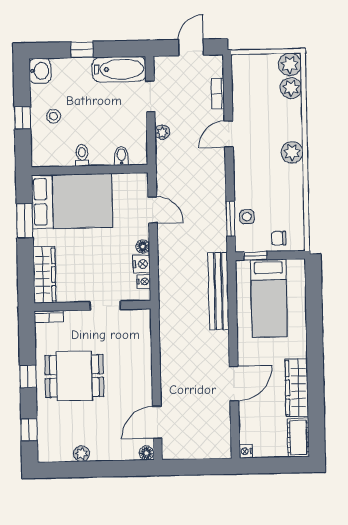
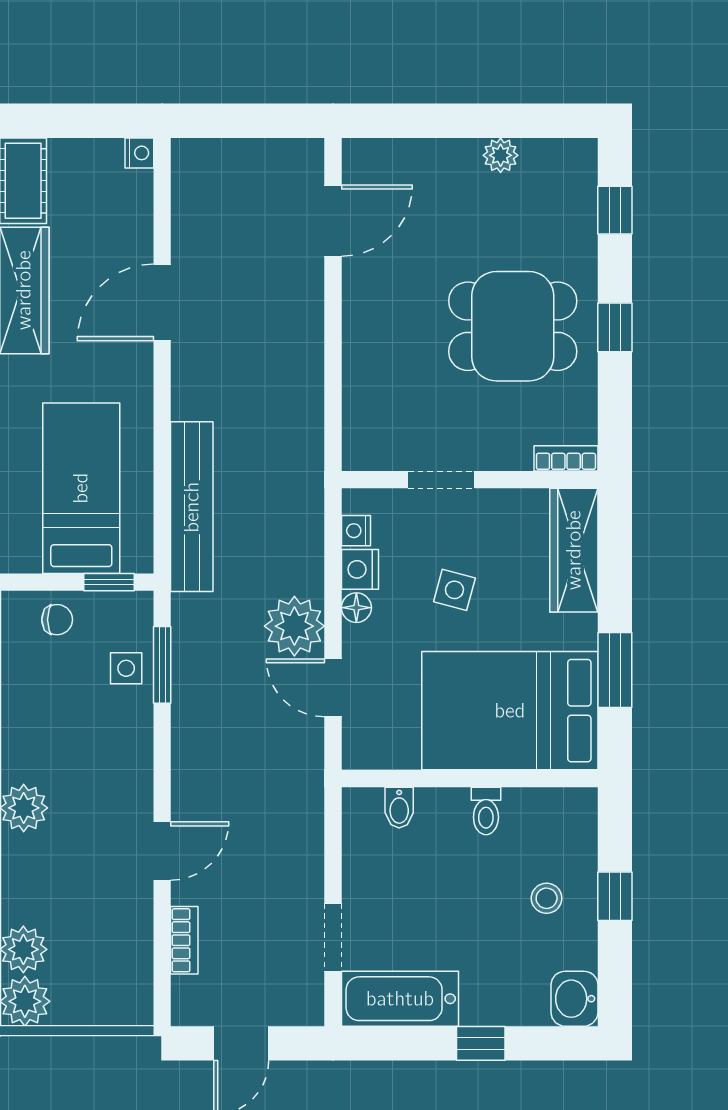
plant: (162, 132) -> (294, 626), moved, width x1.87, depth x1.87
side table: (98, 256) -> (454, 590), added
floor lamp: (146, 453) -> (358, 154), removed

